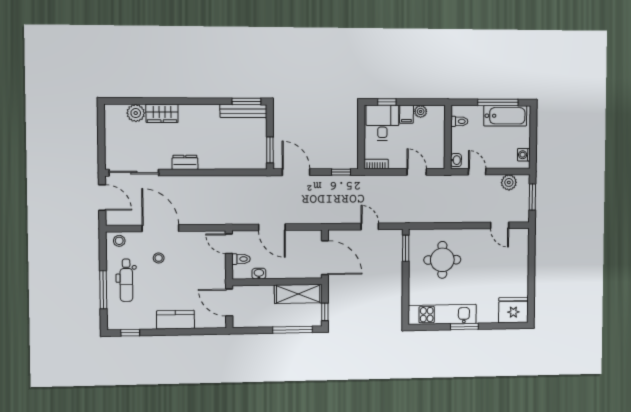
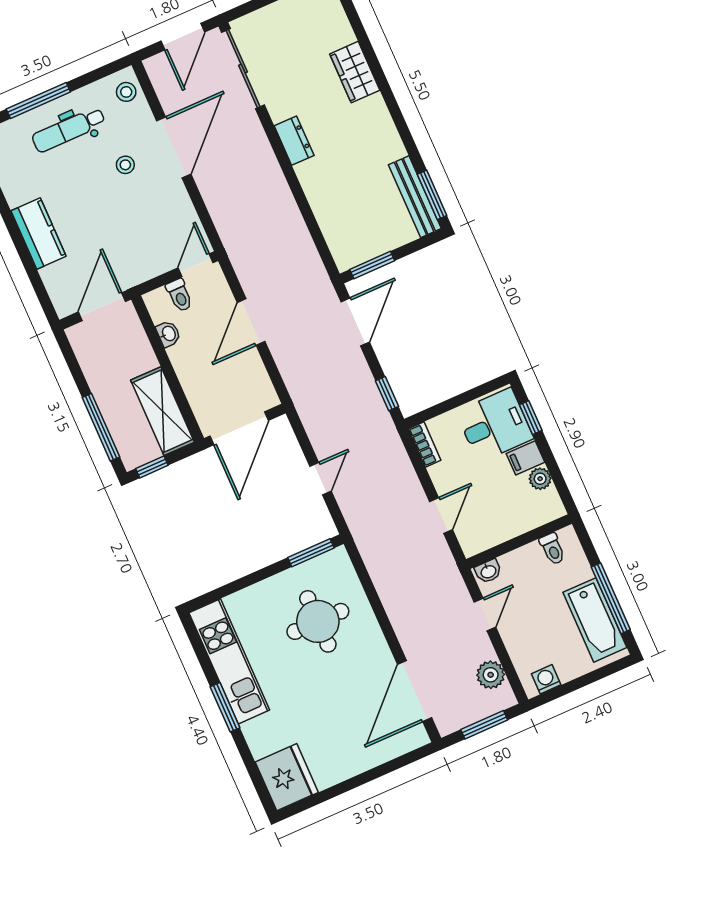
plant: (136, 113) -> (337, 31), removed
door: (500, 225) -> (415, 691), width x1.88

